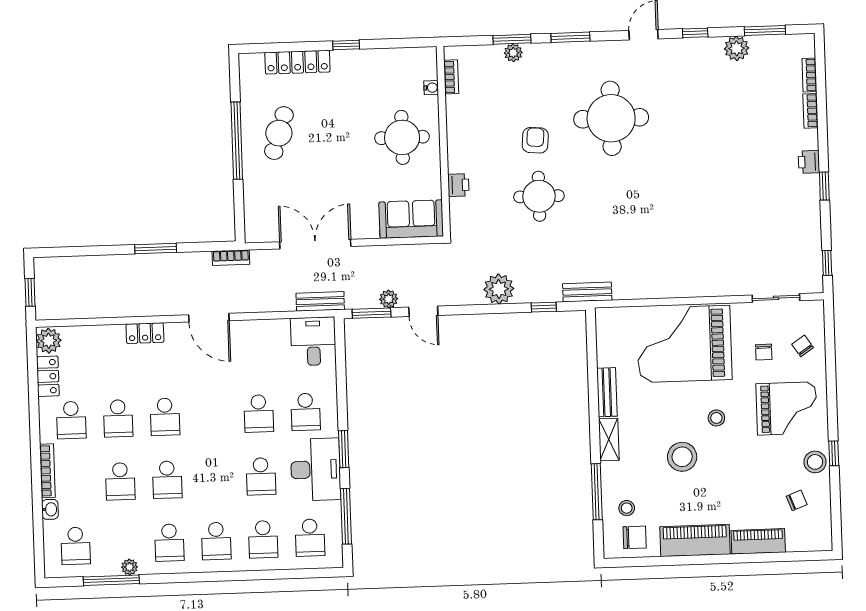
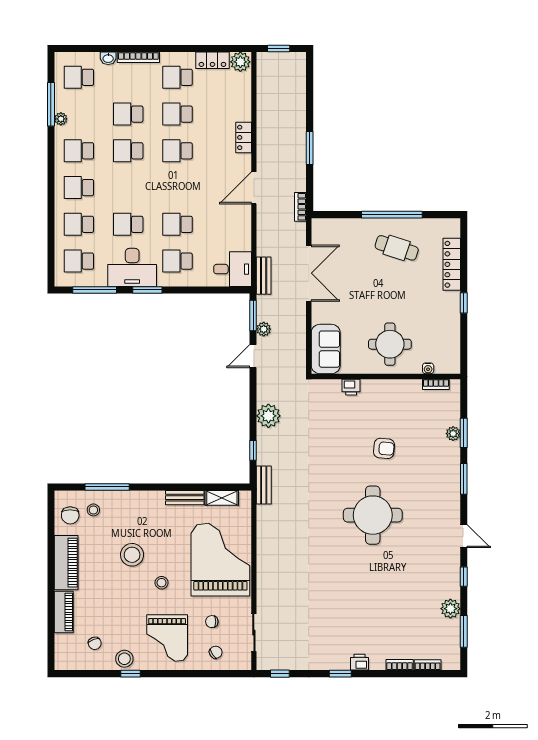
round table: (611, 118) -> (373, 515), moved
round table: (539, 196) -> (340, 450), removed
shelving: (609, 439) -> (222, 498), moved

